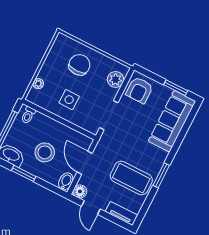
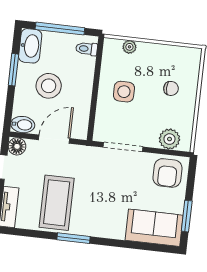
chair: (79, 65) -> (171, 88), width x0.54, depth x0.54
armchair: (139, 90) -> (167, 173), turned -90
sofa: (172, 121) -> (154, 228), width x0.73

